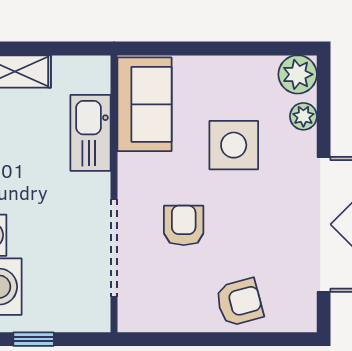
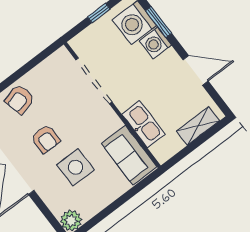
plant: (303, 116) -> (54, 204), removed
armchair: (184, 225) -> (46, 139), moved

